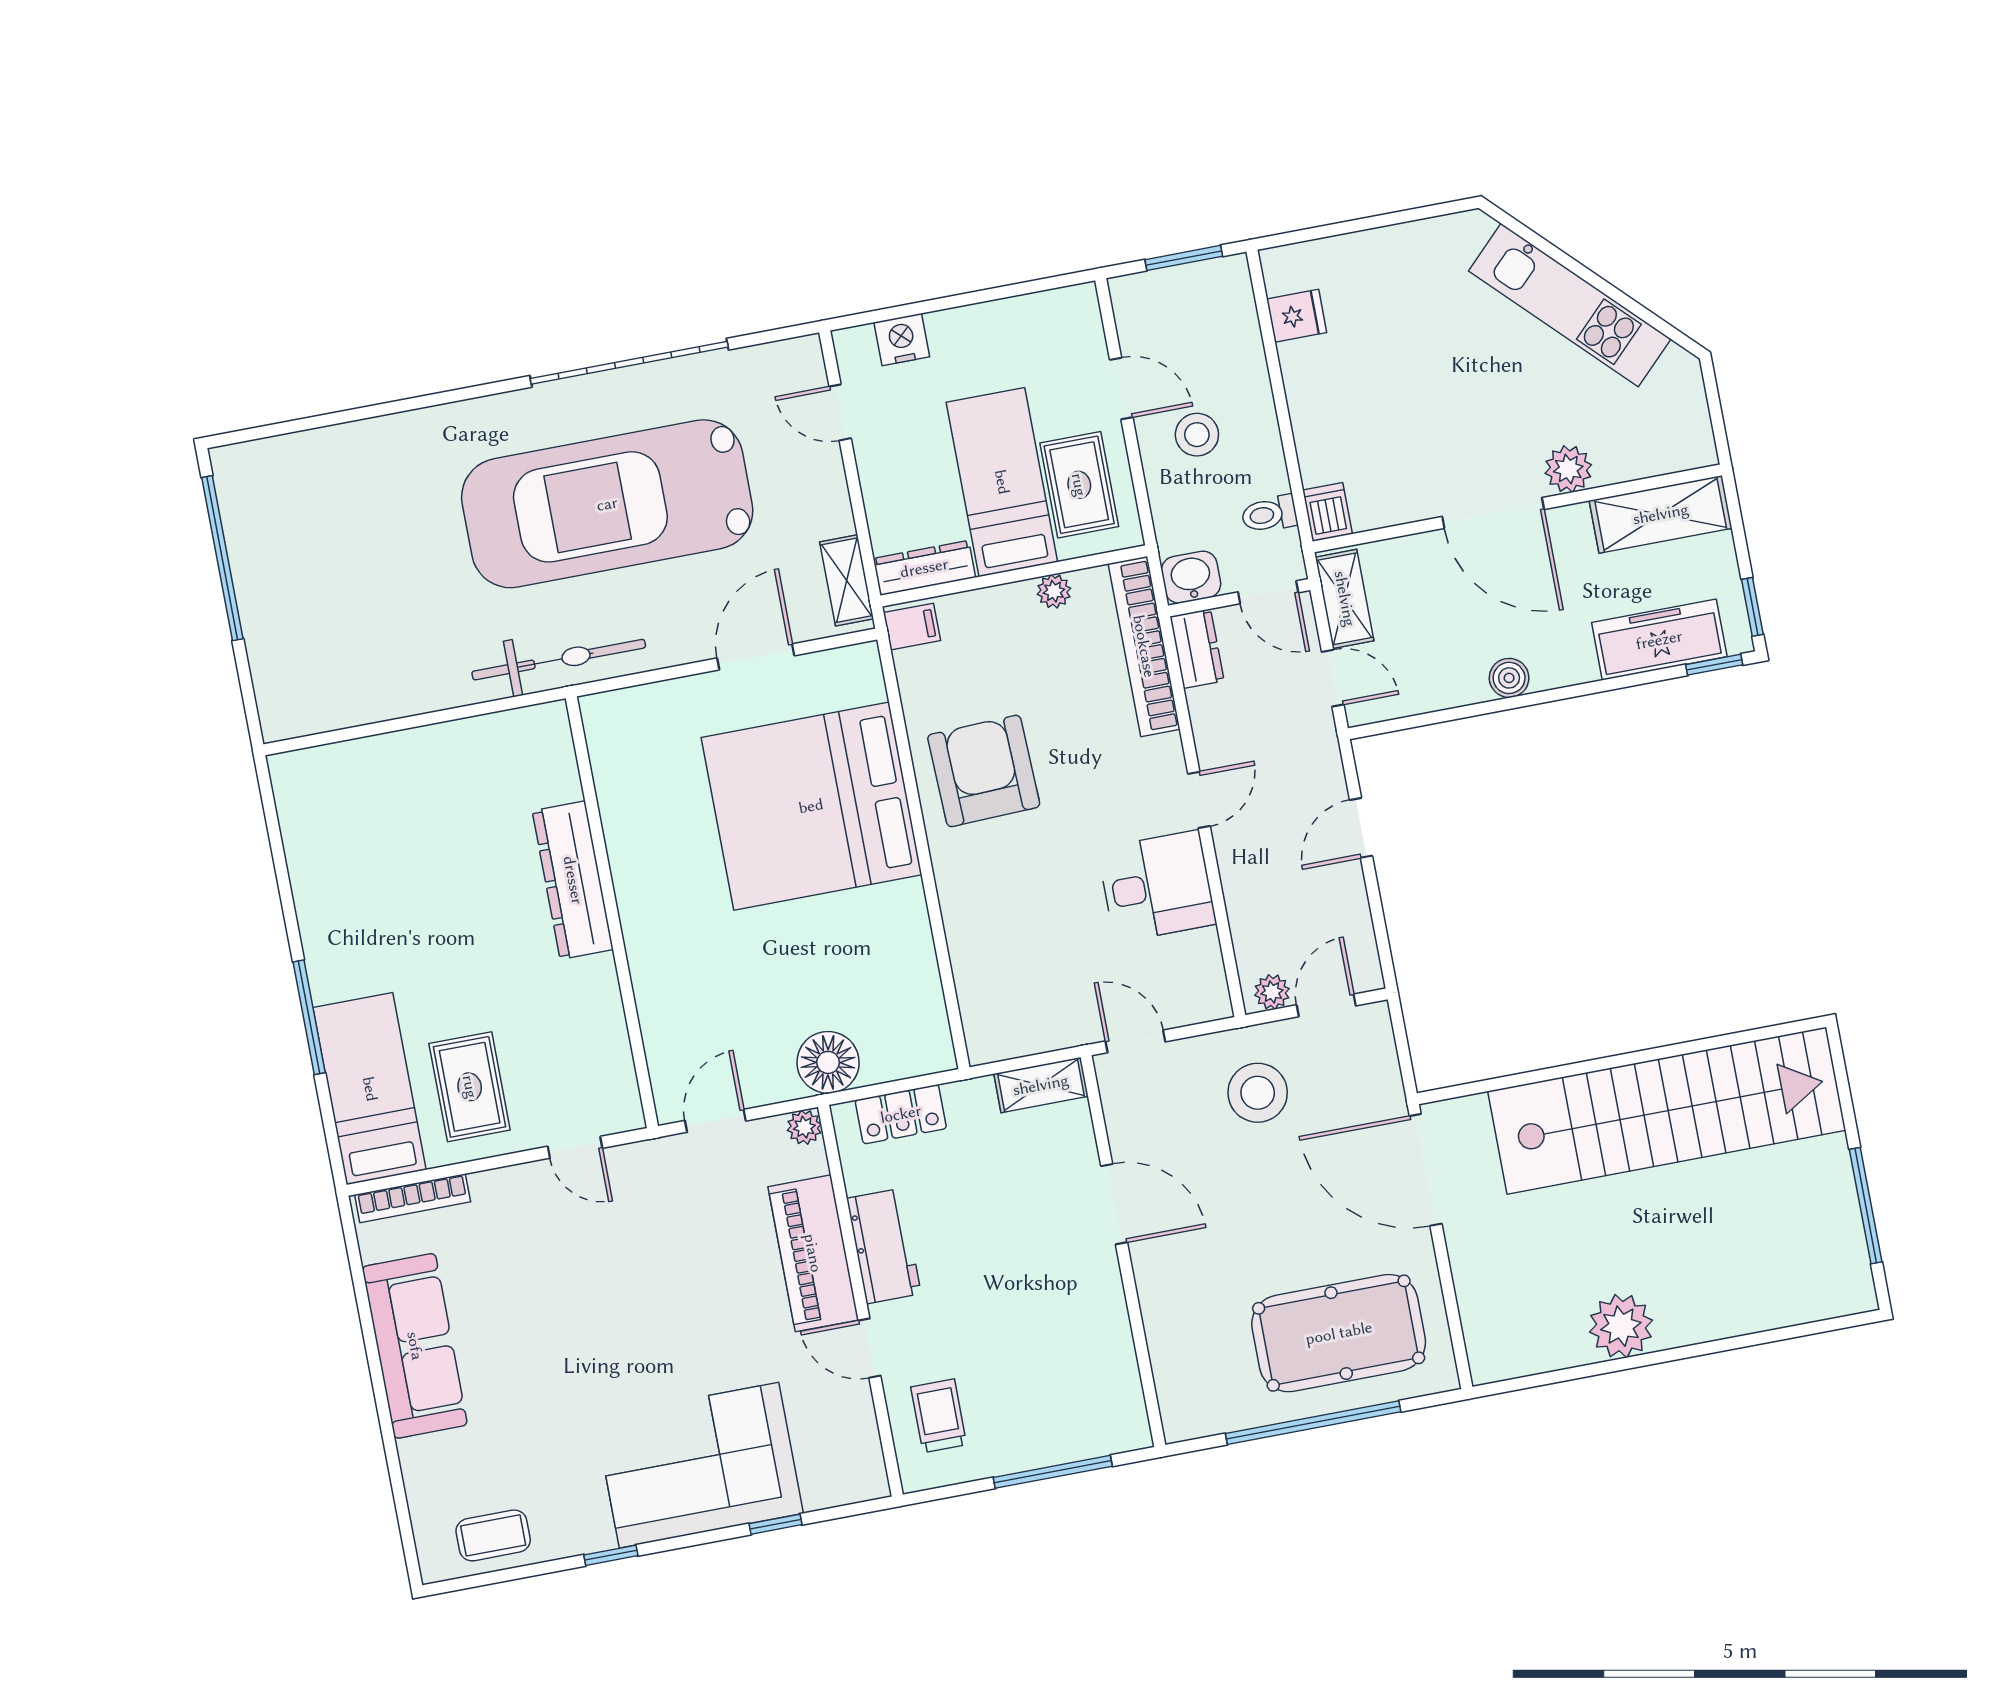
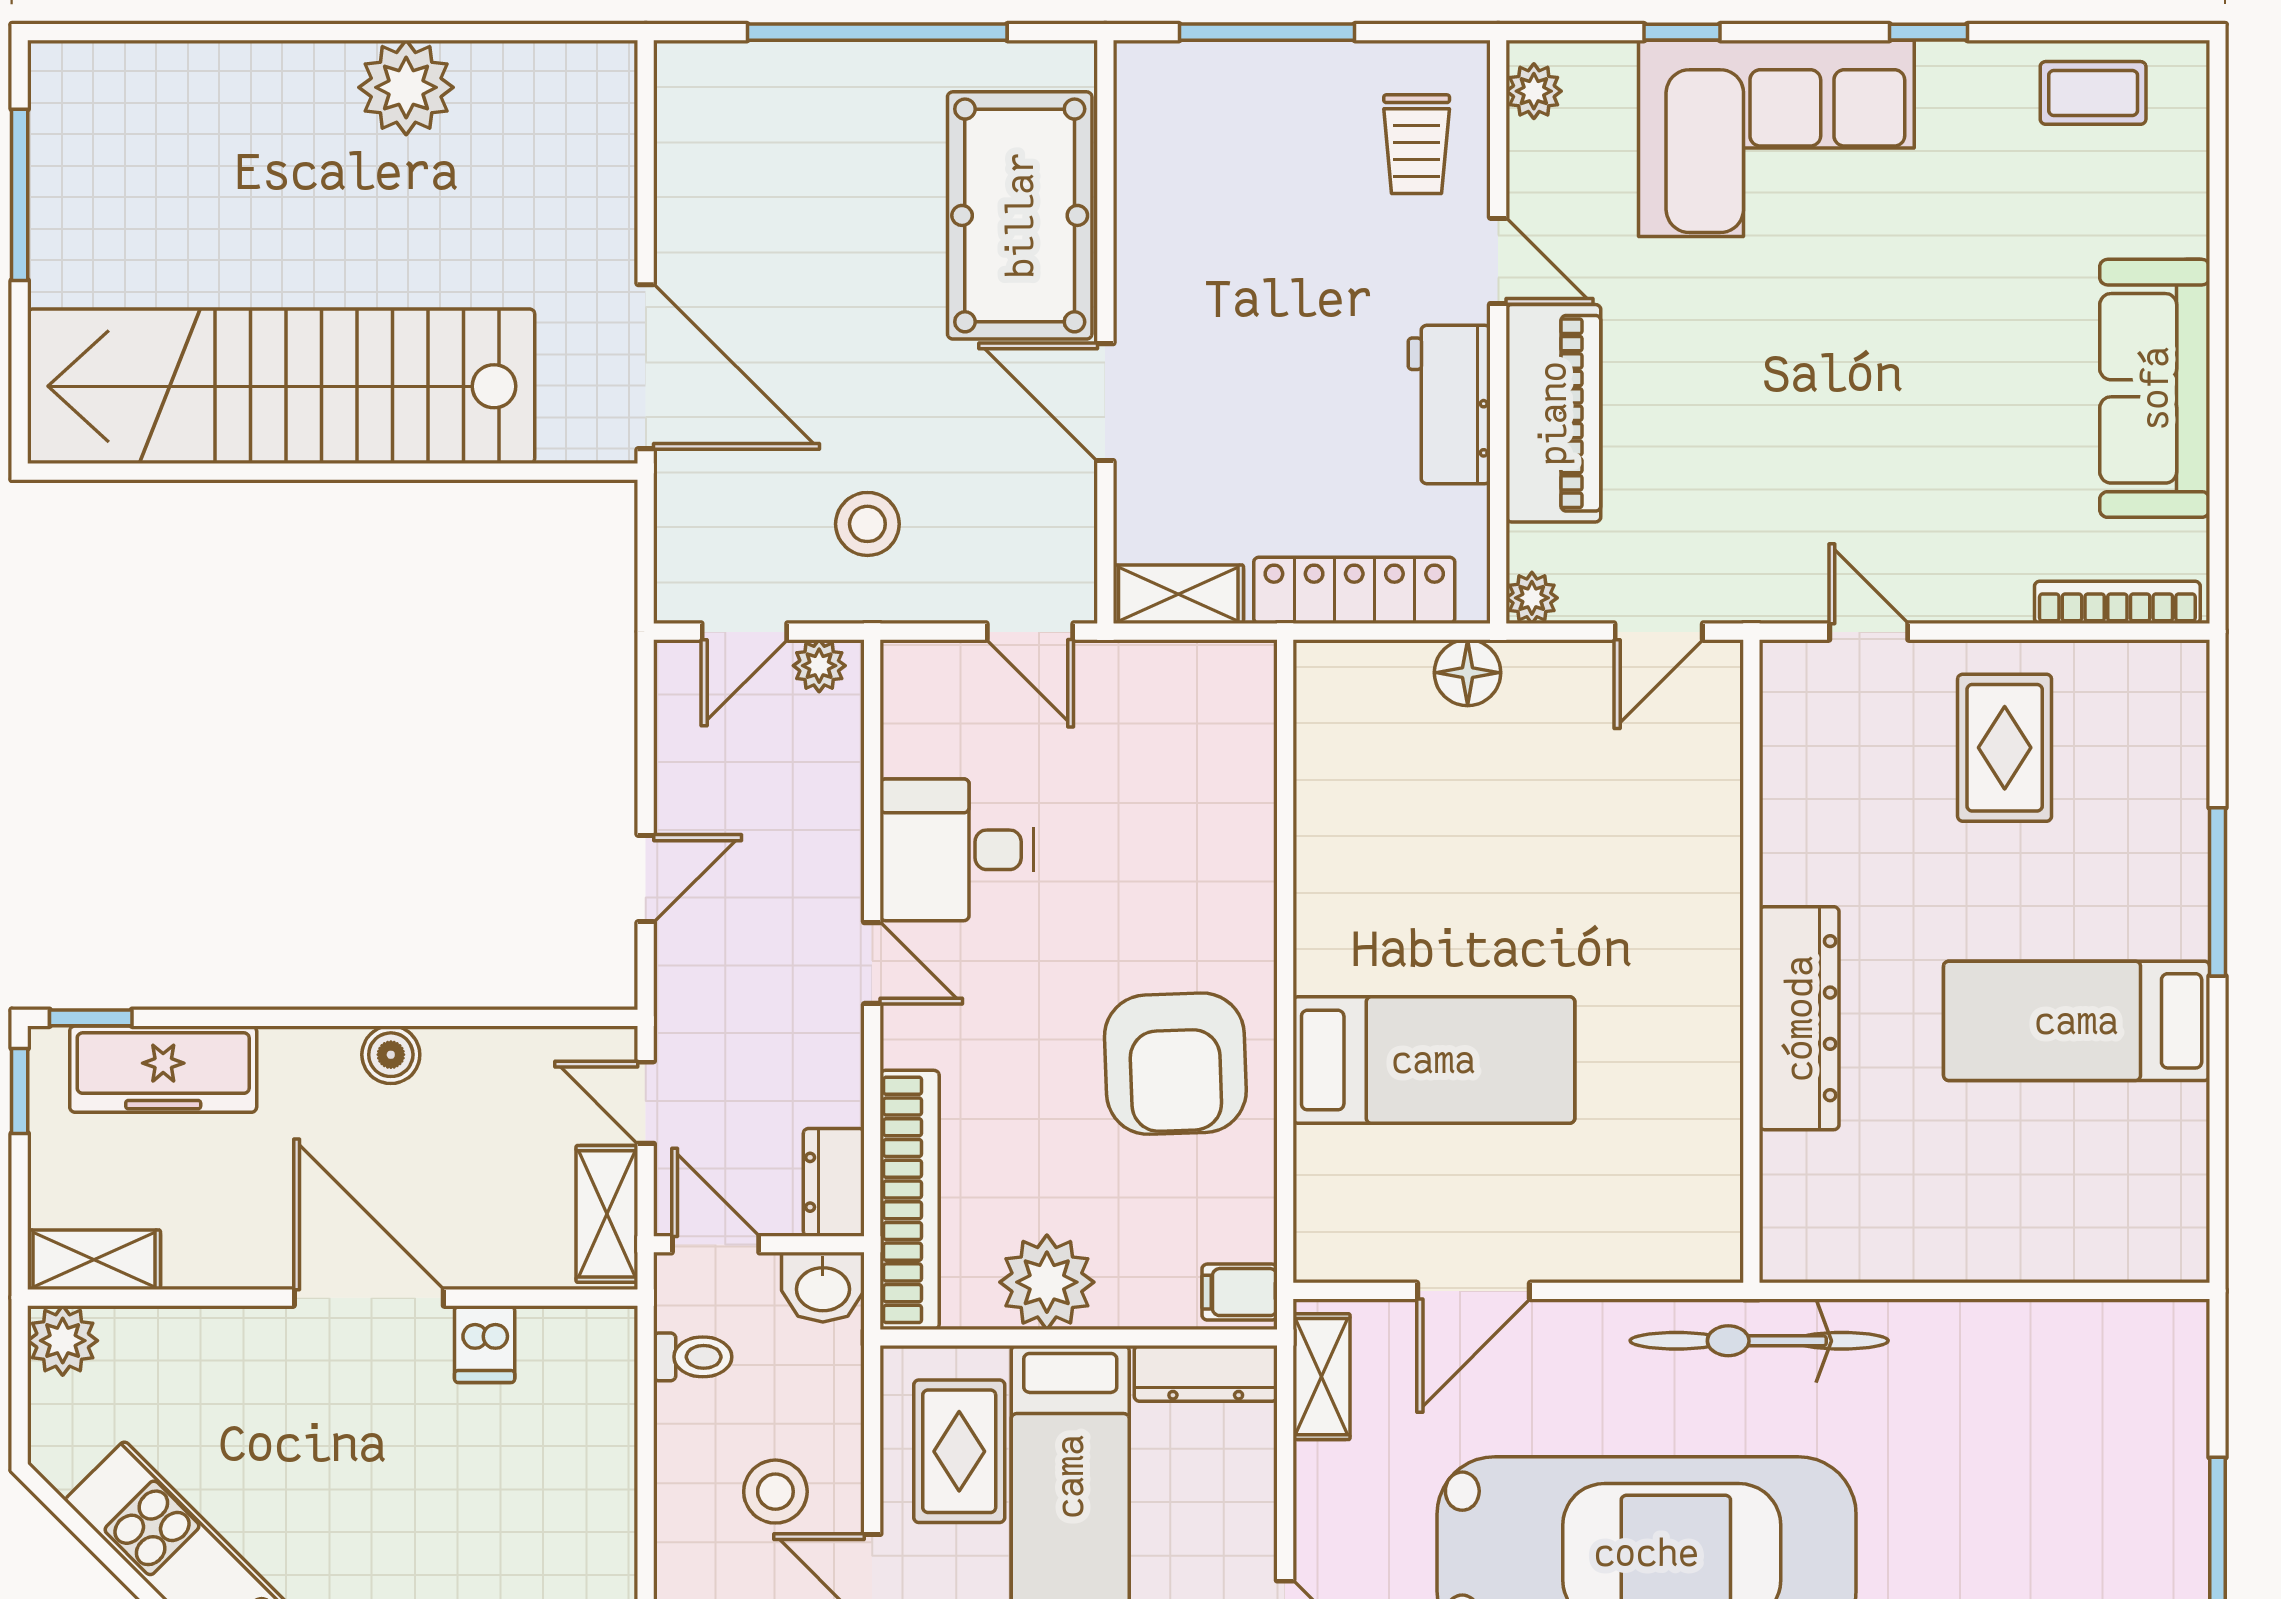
plant: (1568, 469) -> (63, 1341), moved
dishwasher: (1328, 512) -> (485, 1344), moved
shelving: (1661, 514) -> (94, 1260), width x0.67, depth x0.75
plant: (1054, 591) -> (1047, 1282), width x1.88, depth x1.88
door: (1199, 800) -> (872, 963), swing flipped
bed: (811, 806) -> (1434, 1060), width x0.49
floor lamp: (828, 1062) -> (1468, 673), width x0.73, depth x0.73
bed: (370, 1089) -> (2077, 1021), moved, turned 90
stool: (1258, 1093) -> (867, 524), width x0.73, depth x0.73
locker: (901, 1114) -> (1354, 590), width x1.53
pool table: (1339, 1333) -> (1020, 215), moved, turned 90
plant: (867, 1466) -> (1534, 91), added

